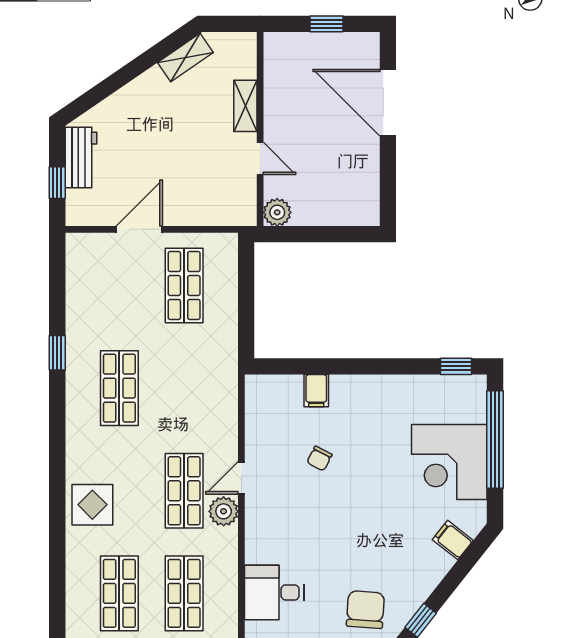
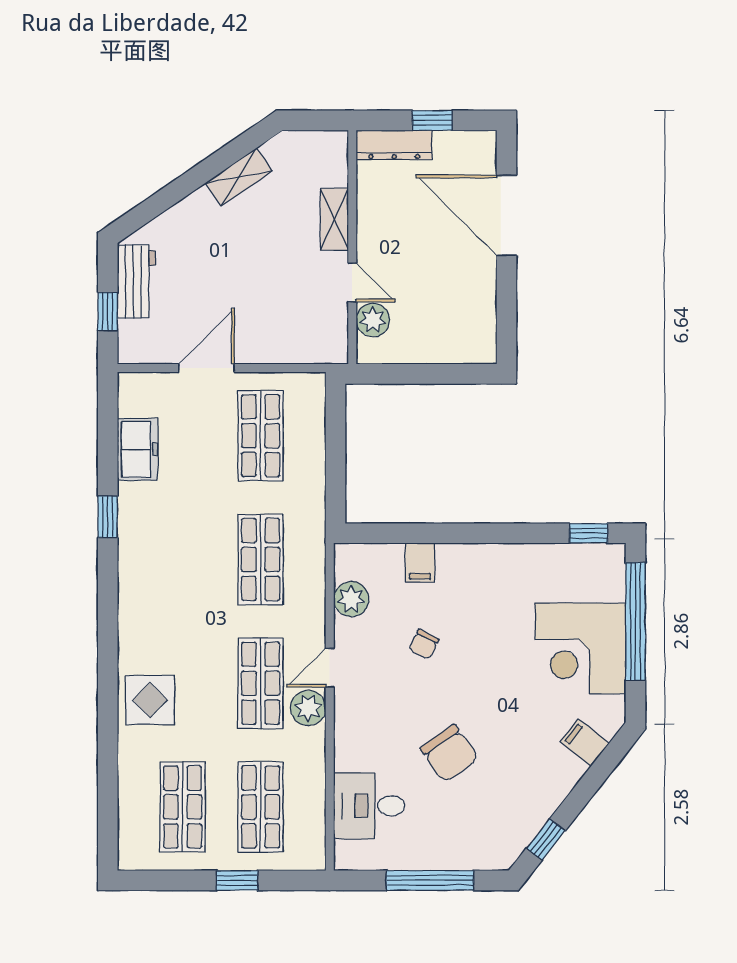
dresser: (295, 44) -> (394, 145), added
shelving: (185, 58) -> (239, 177), moved
plant: (277, 212) -> (373, 320), moved
freezer: (82, 297) -> (138, 449), added
shop shelf: (119, 388) -> (261, 559), moved
plant: (259, 421) -> (351, 599), added
chair: (365, 610) -> (449, 754), moved, turned 141

